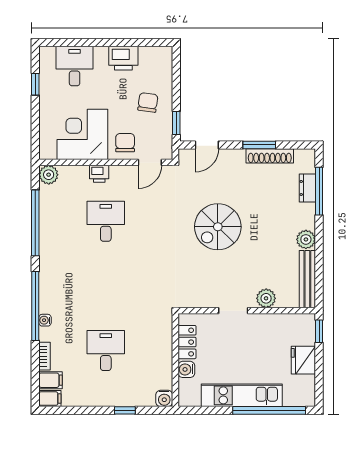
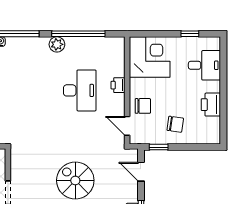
corner desk: (82, 134) -> (150, 57), moved
plant: (49, 175) -> (57, 44), moved
desk: (106, 221) -> (80, 90), width x1.37

